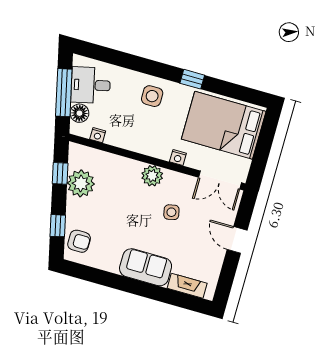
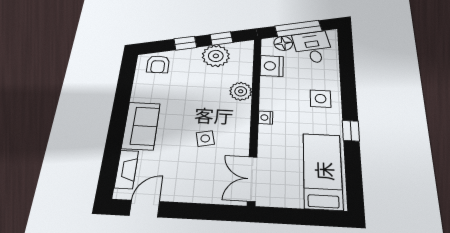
bed: (224, 125) -> (323, 171), width x0.67
nightstand: (98, 135) -> (272, 66), width x1.89, depth x1.79
nightstand: (178, 158) -> (266, 118), moved
plant: (152, 176) -> (241, 91), moved
window: (58, 226) -> (185, 43), moved
door: (237, 240) -> (144, 208), moved

